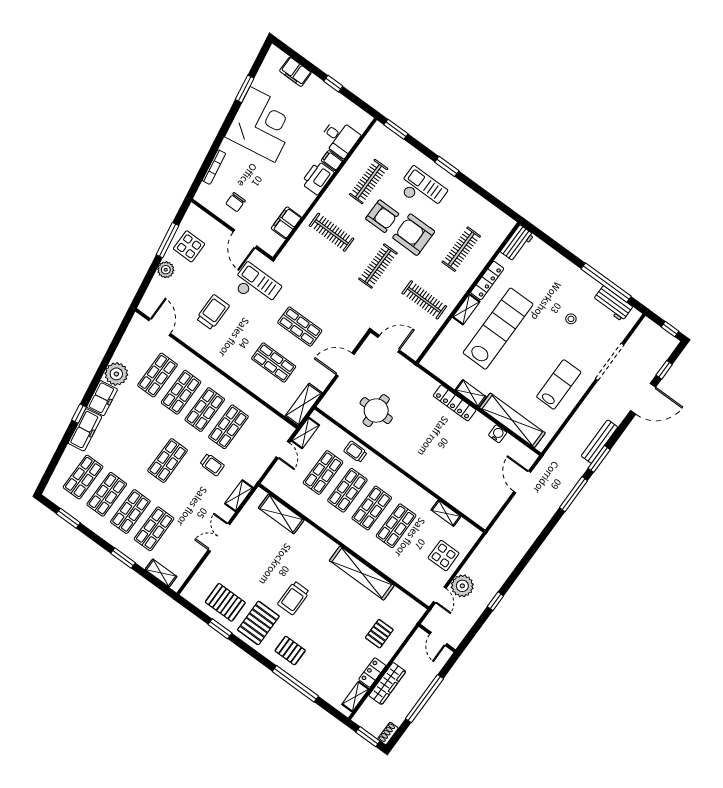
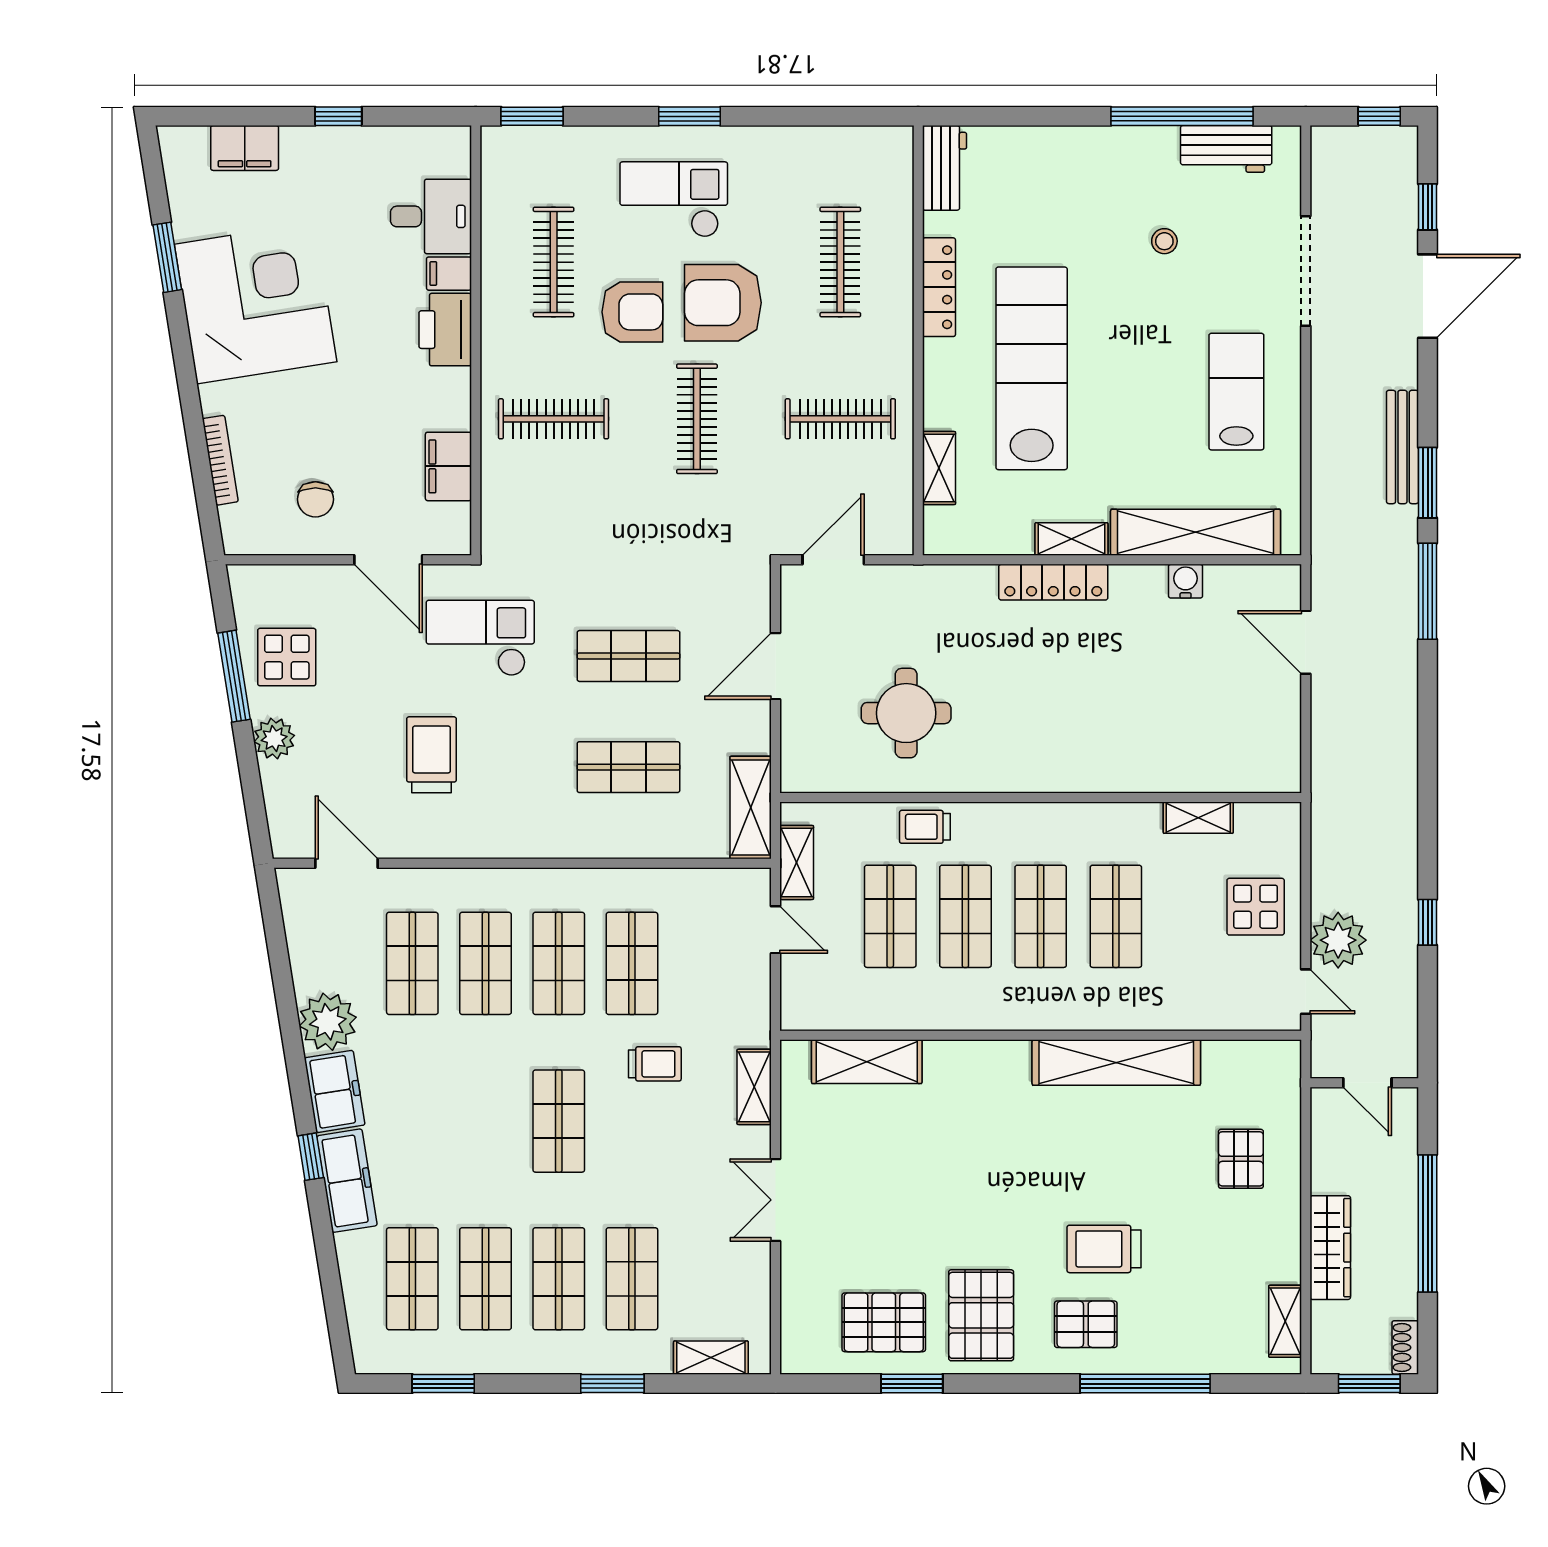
shelving: (466, 309) -> (939, 468), moved
trolley: (294, 598) -> (1104, 1249), moved, turned 90
locker: (372, 673) -> (1284, 1248), removed

